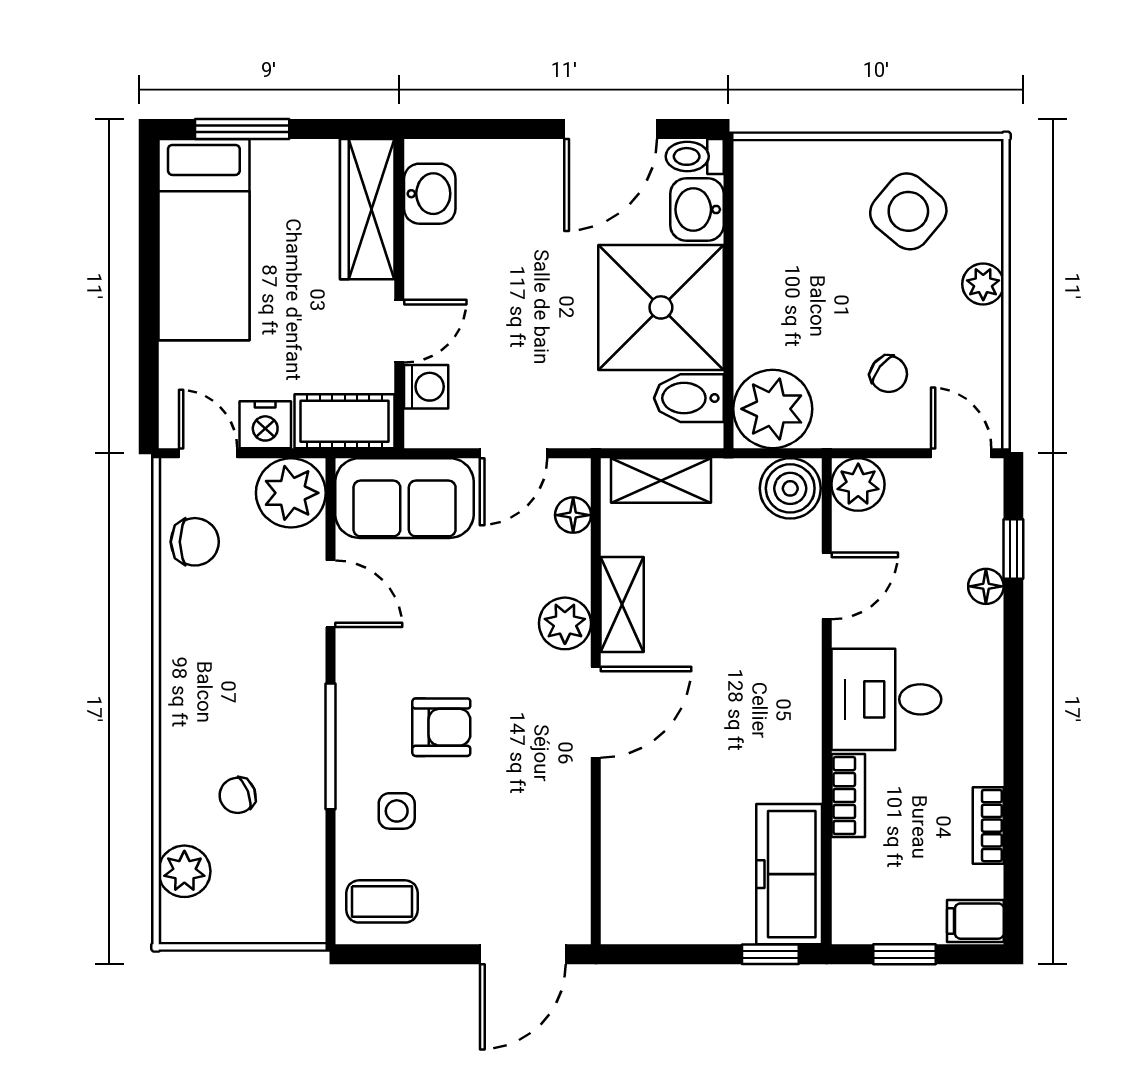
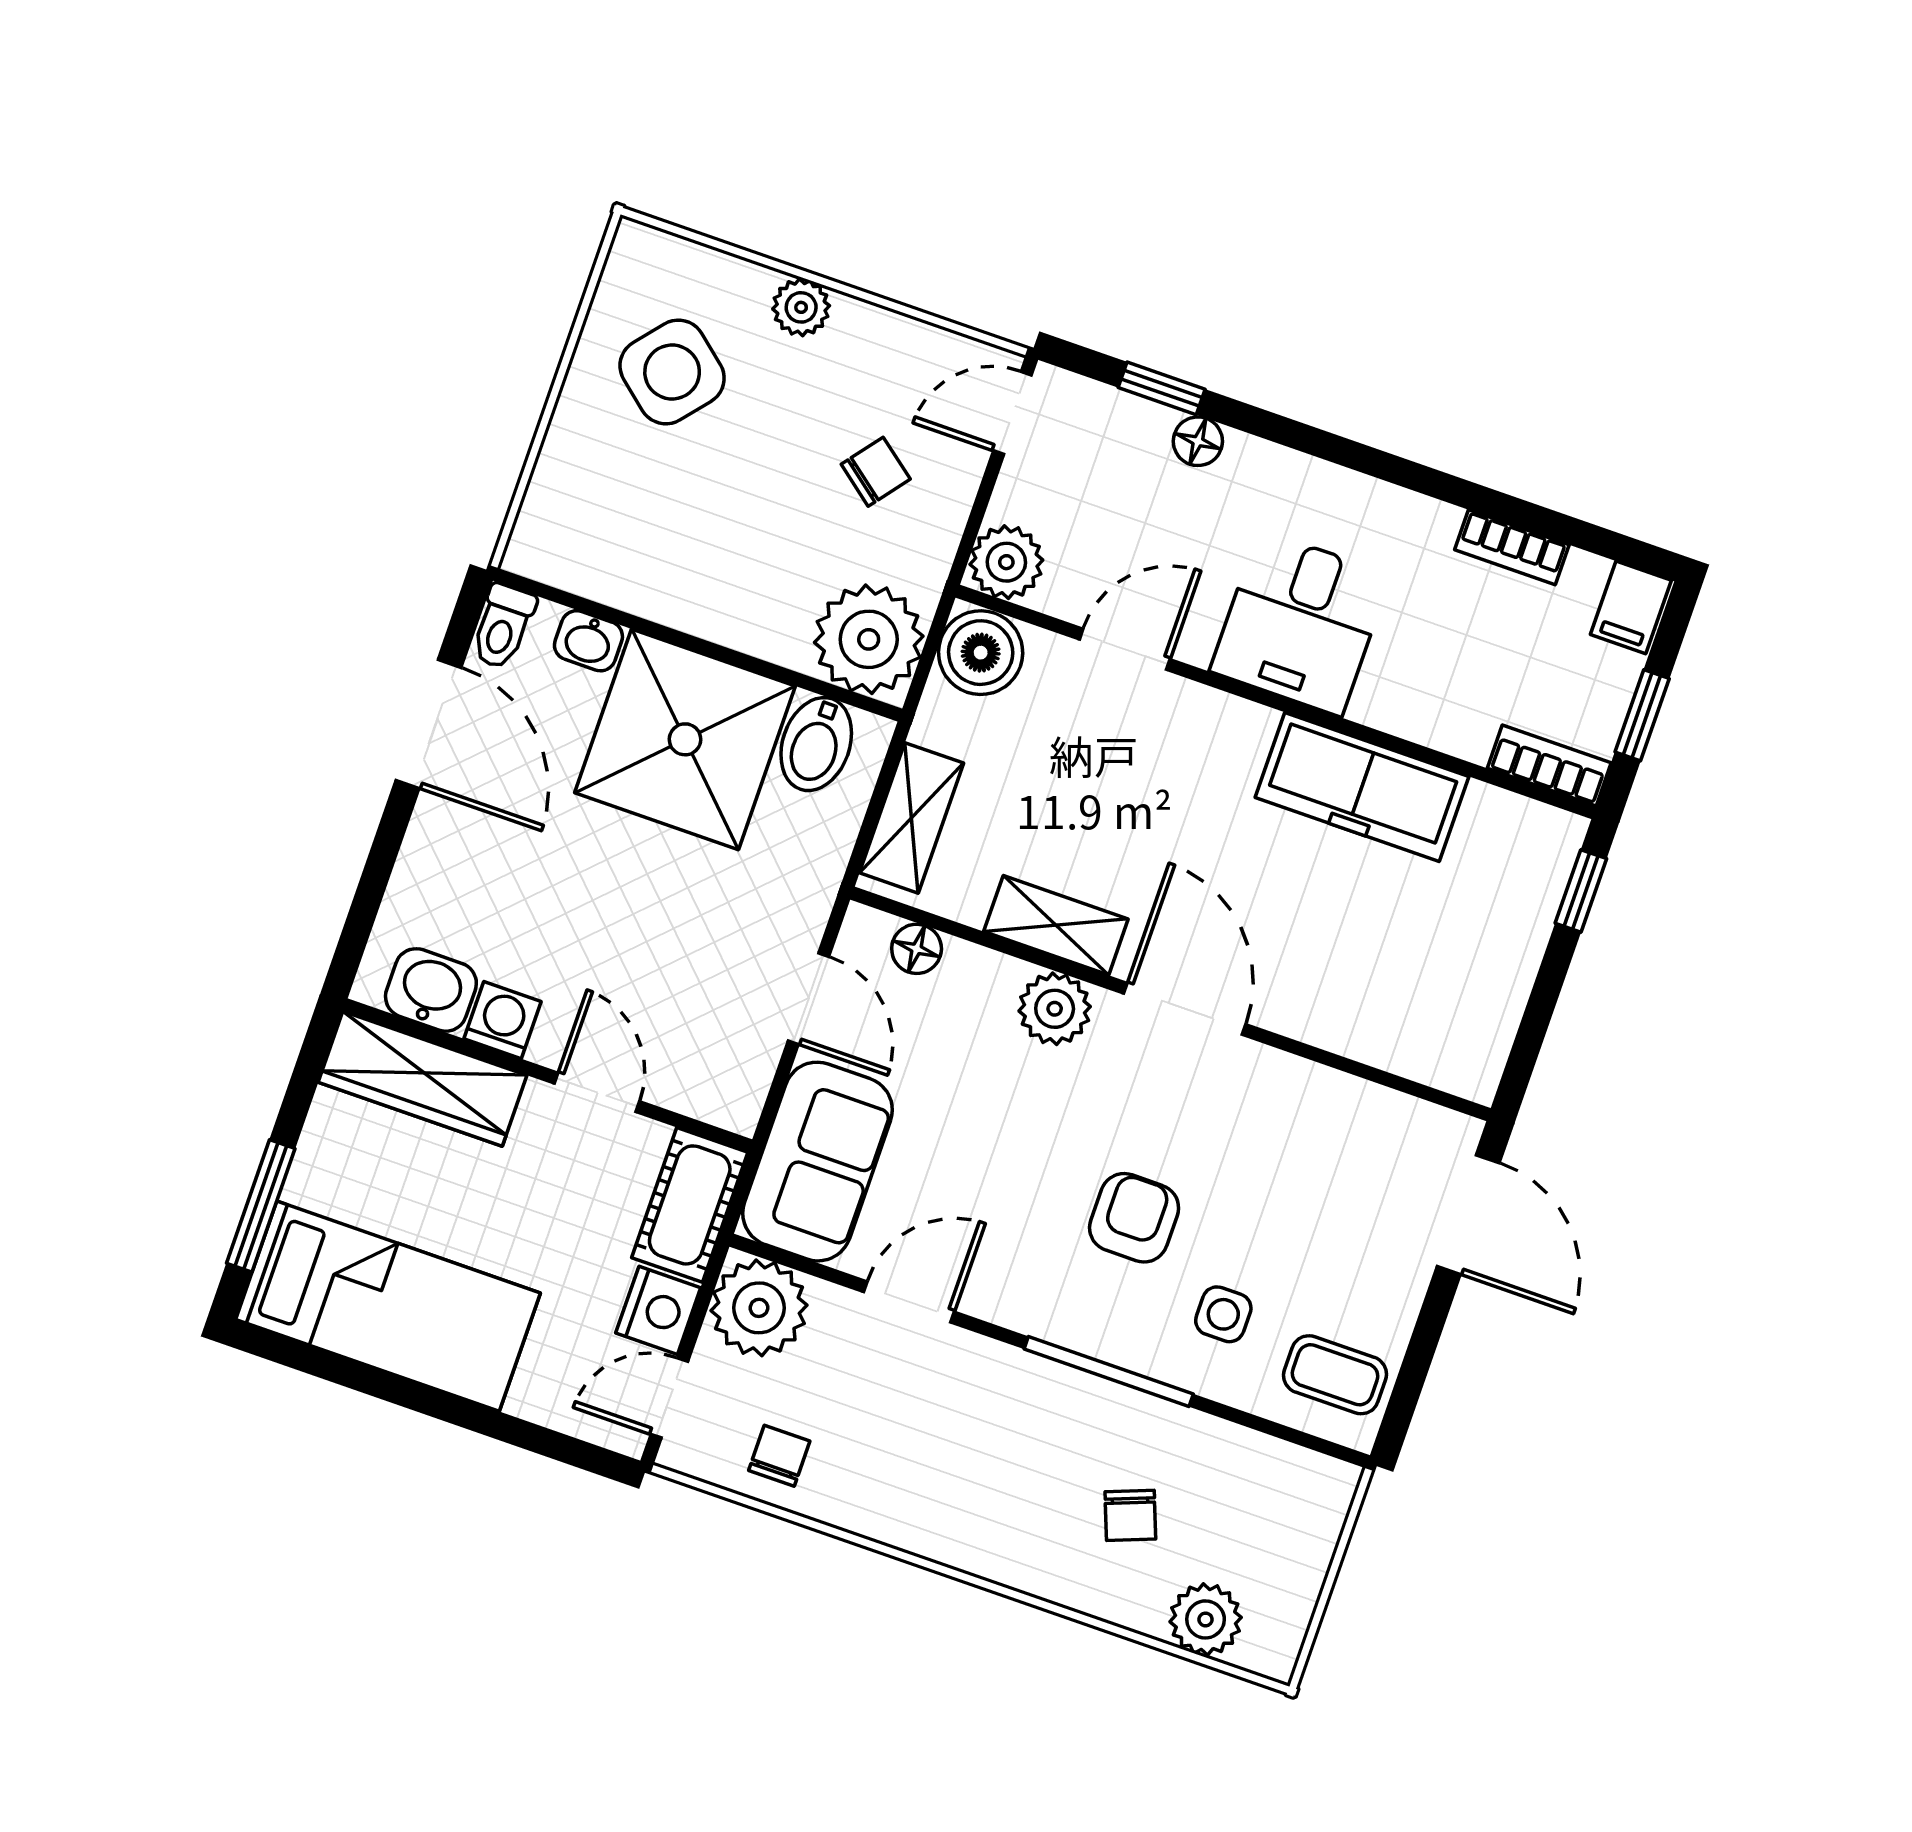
washbasin: (697, 210) -> (588, 641), width x0.72, depth x0.69
washing machine: (426, 387) -> (503, 1020), moved
chair: (195, 542) -> (779, 1456), width x0.73, depth x0.73
door: (827, 586) -> (1125, 649), hinge flipped
bookcase: (848, 796) -> (1549, 766), moved
freezer: (789, 874) -> (1362, 787), moved
coffee table: (382, 901) -> (1335, 1375), turned 90

